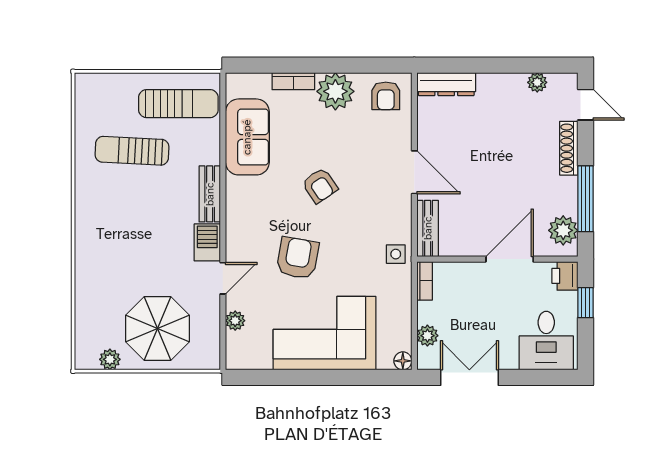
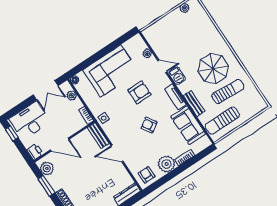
bench: (210, 194) -> (194, 103), moved
window: (586, 199) -> (46, 186), width x0.69
tv unit: (236, 205) -> (175, 97), added
armchair: (298, 258) -> (139, 92), turned -100
door: (510, 259) -> (60, 144), hinge flipped
door: (223, 278) -> (162, 66), swing flipped
window: (586, 303) -> (12, 133), moved
parasol: (157, 328) -> (213, 68), moved
desk: (546, 341) -> (30, 121), width x1.37

